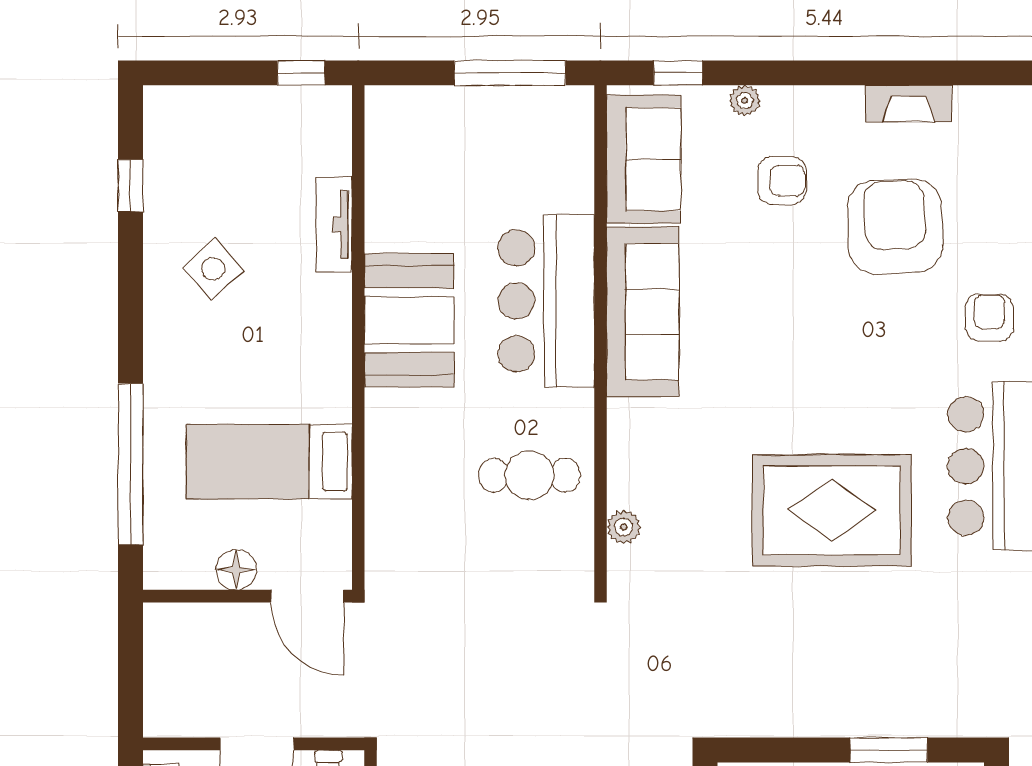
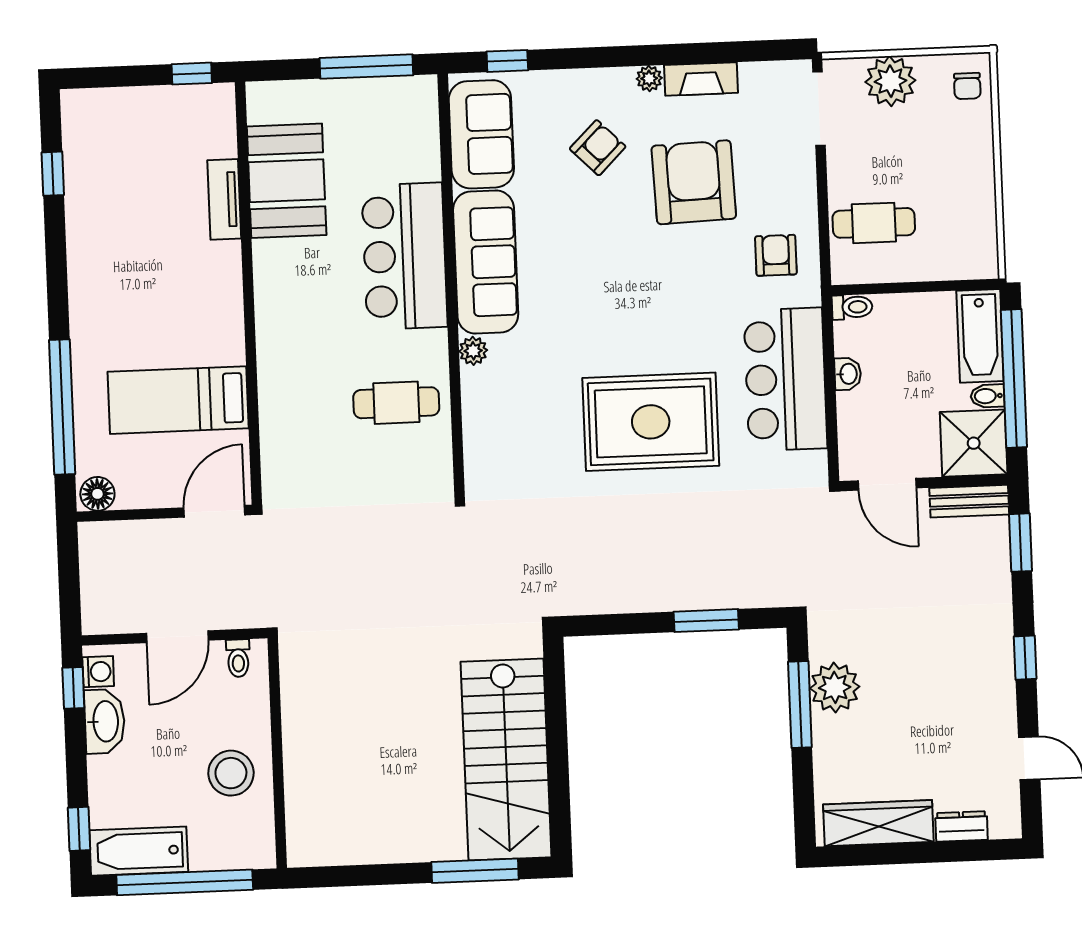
plant: (745, 101) -> (649, 78), moved
armchair: (782, 181) -> (598, 148), turned -45
side table: (213, 269) -> (125, 241), removed
booth: (409, 320) -> (287, 181), moved
plant: (624, 527) -> (473, 351), moved
floor lamp: (236, 570) -> (97, 494), moved
door: (307, 596) -> (214, 511), swing flipped

